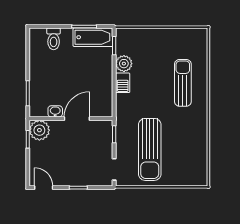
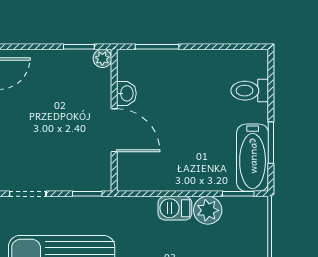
plant: (39, 130) -> (102, 58), width x0.53, depth x0.53

